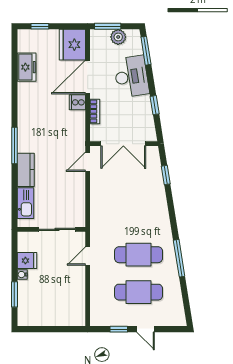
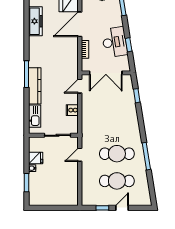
freezer: (27, 67) -> (35, 21), width x1.40
desk: (131, 77) -> (115, 42), moved
cooker: (77, 102) -> (72, 110), moved
kitchen counter: (26, 170) -> (35, 86), width x1.50
door: (146, 329) -> (122, 208), swing flipped

